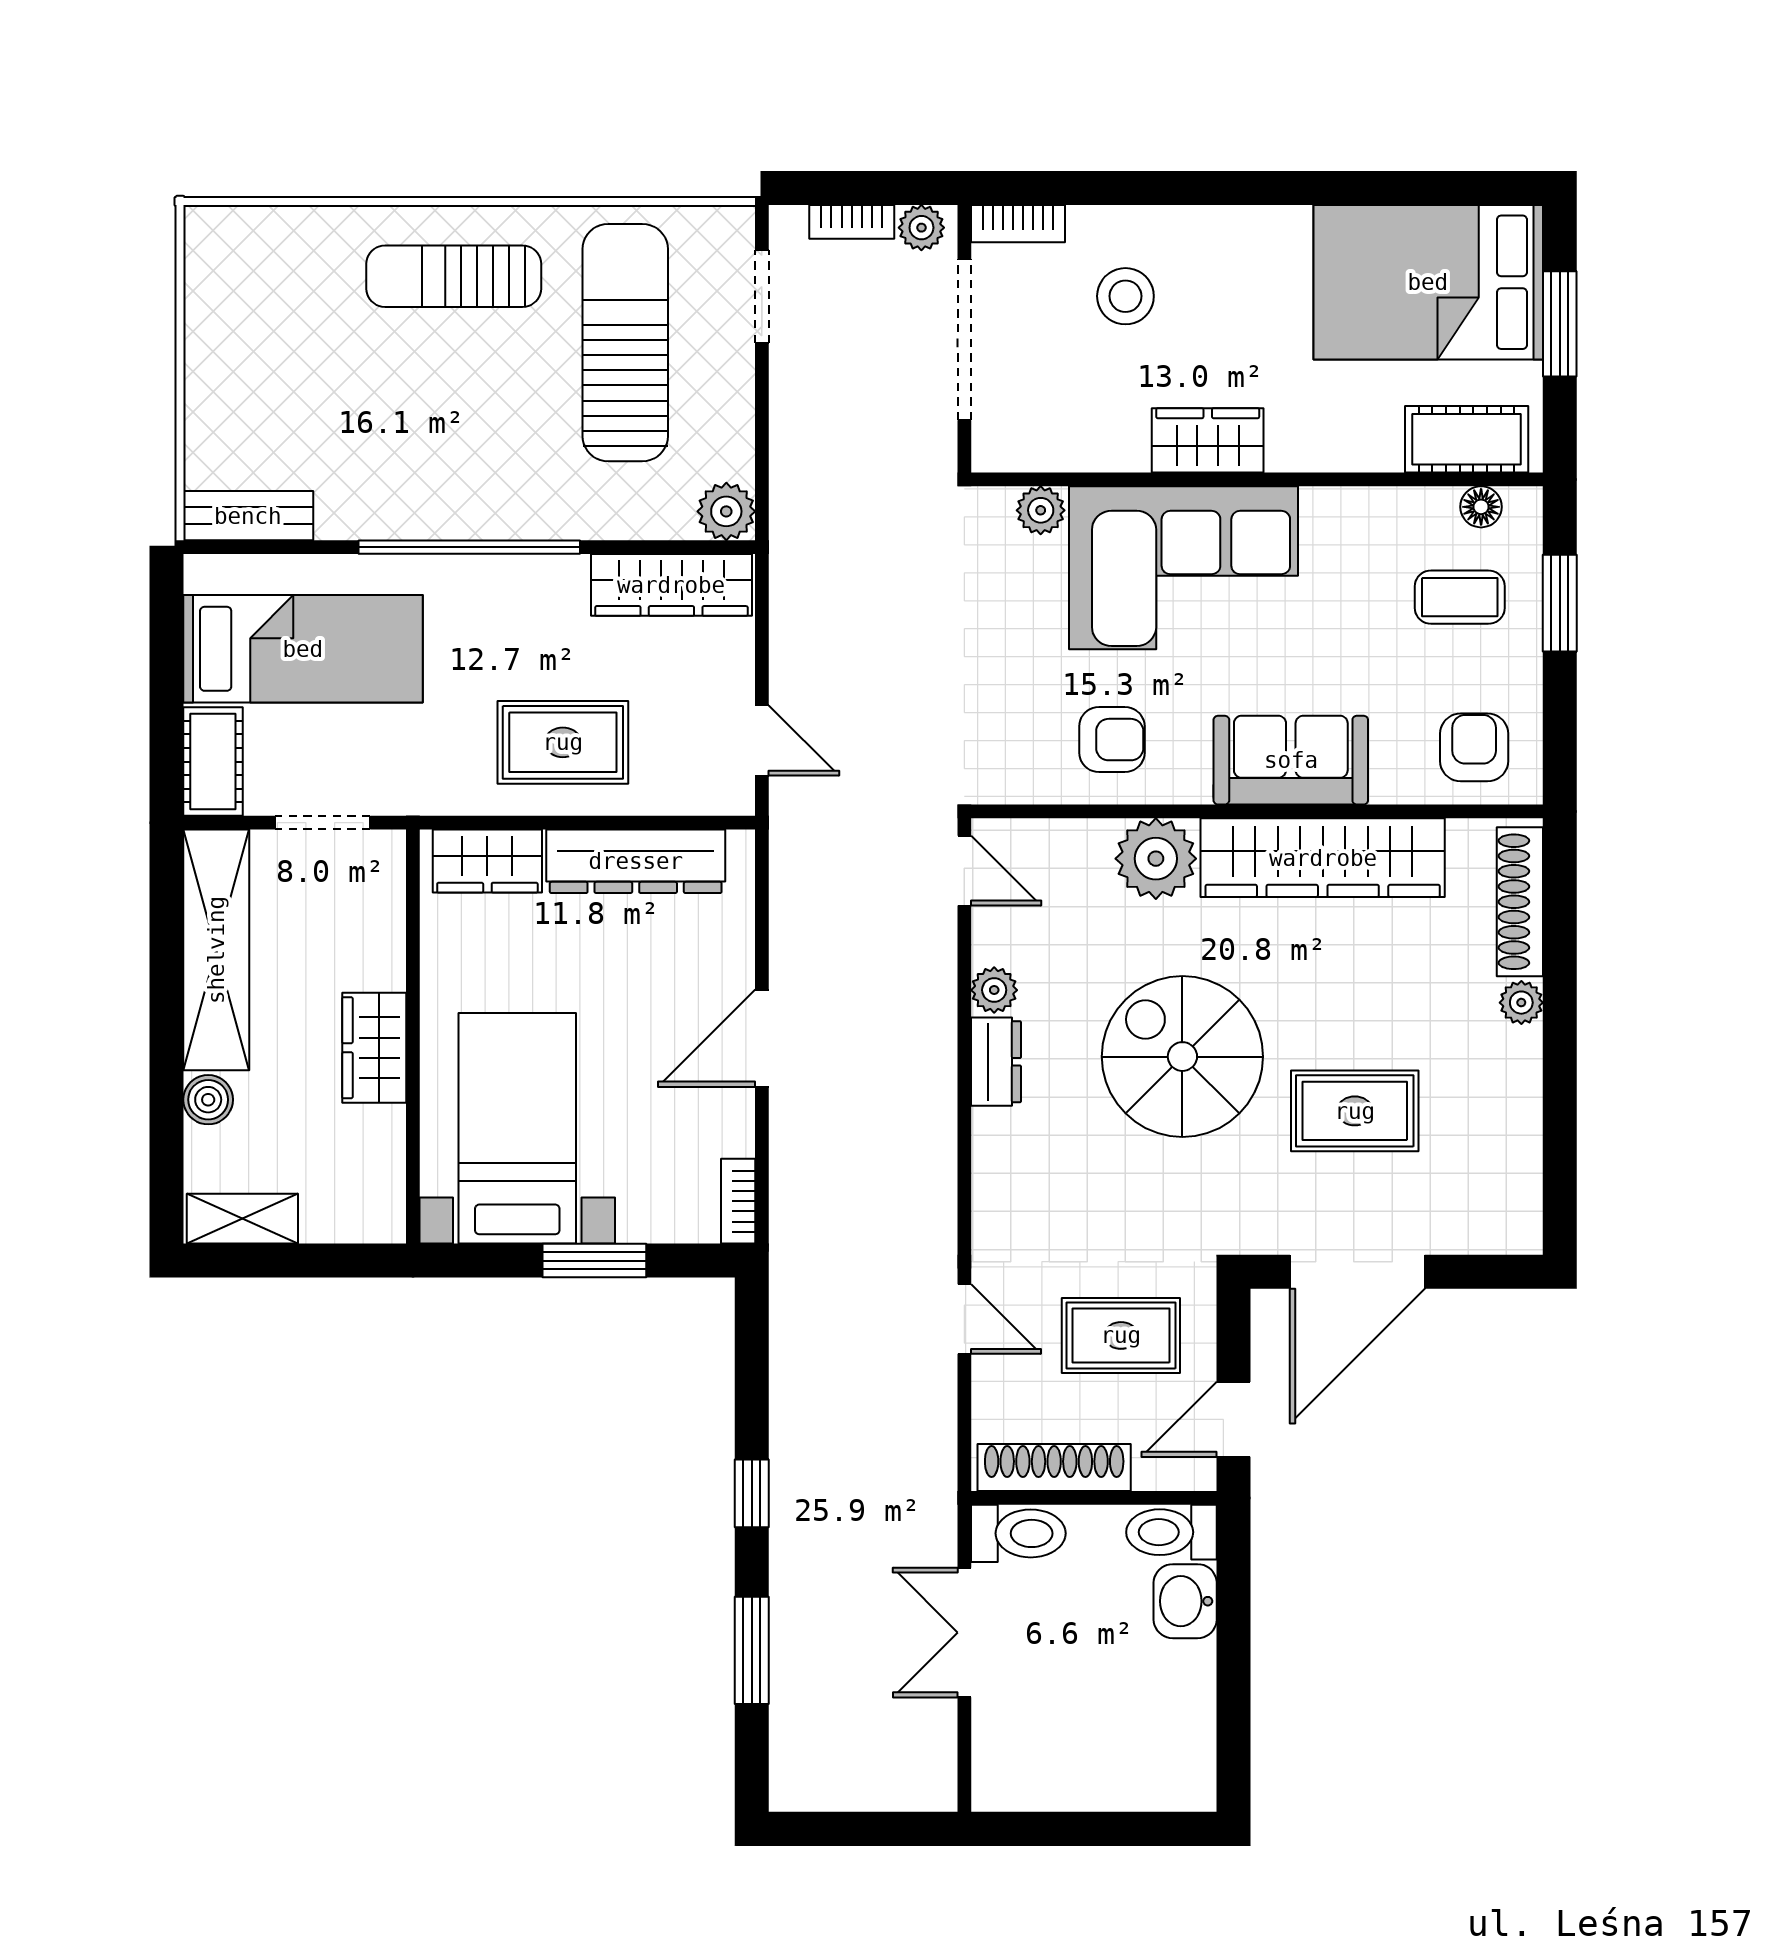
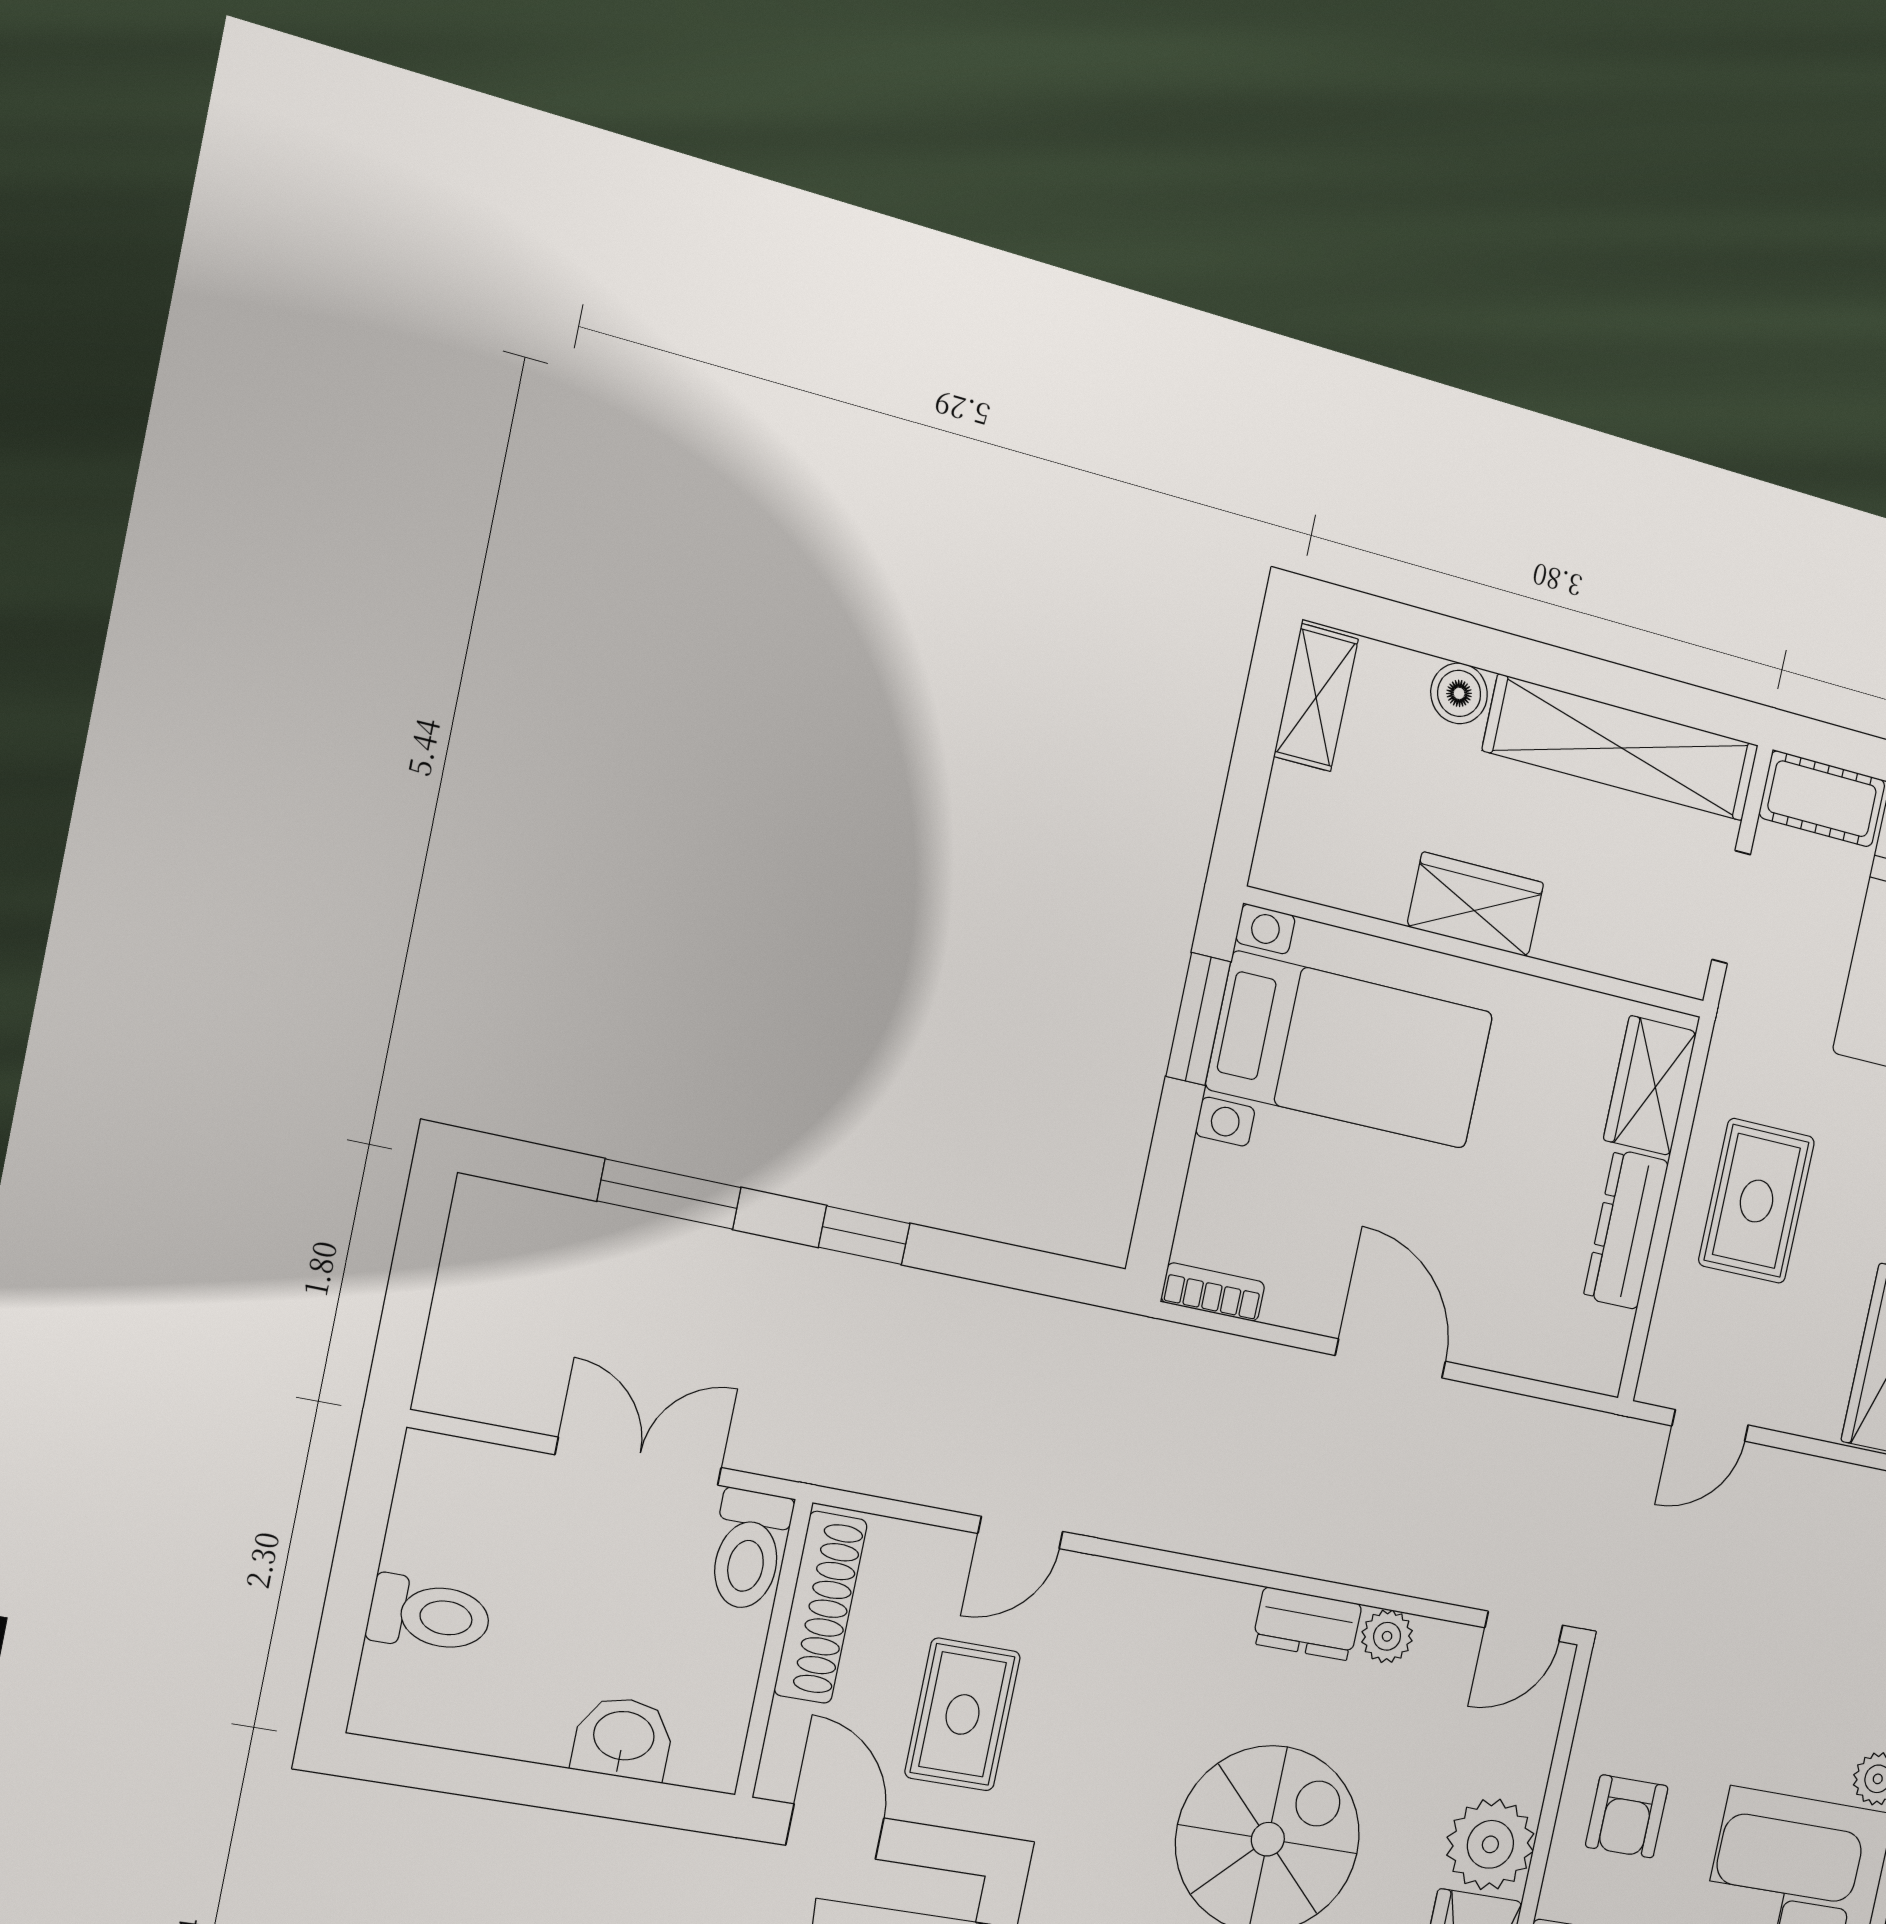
dresser: (636, 861) -> (1626, 1229), width x0.73, depth x0.80
window: (594, 1261) -> (1198, 1019), moved
toilet: (1171, 1532) -> (430, 1615), moved, turned 90

